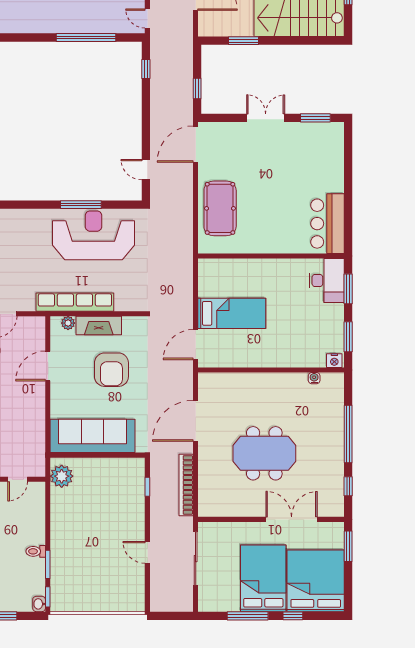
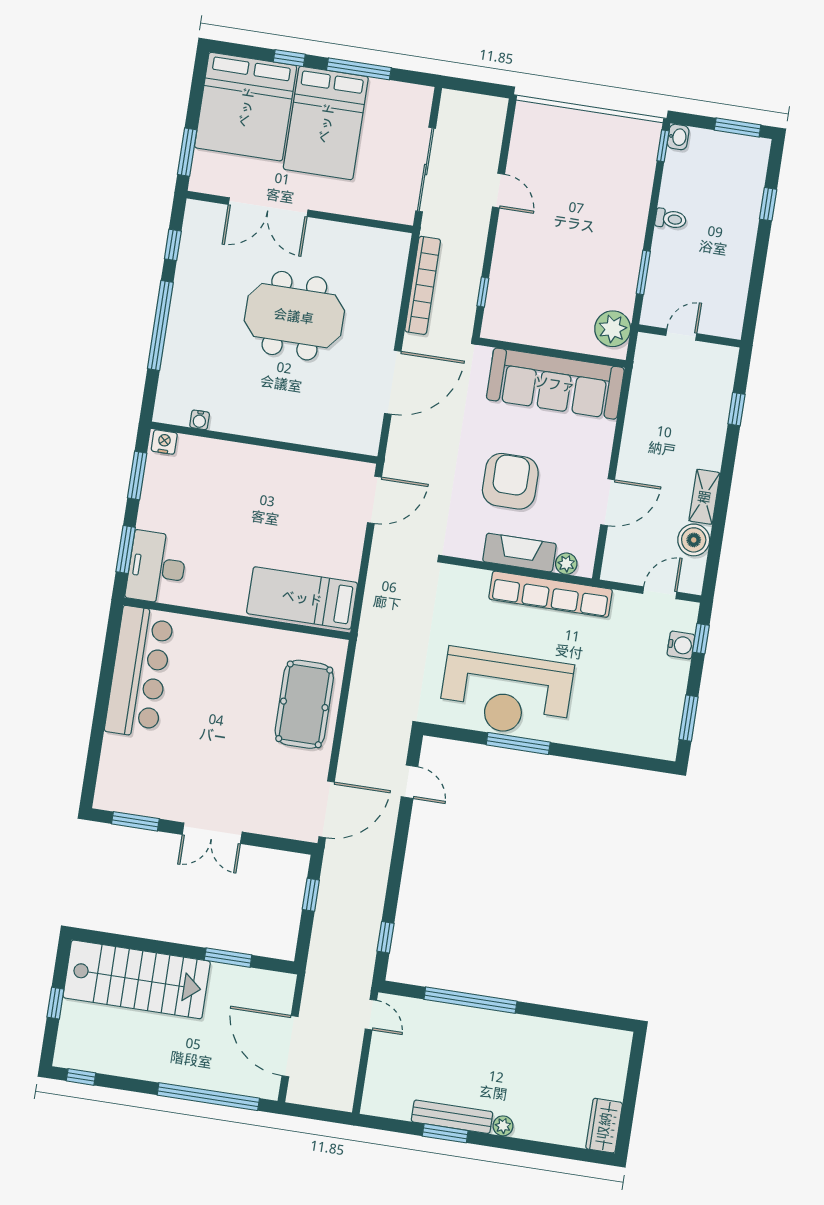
bar counter: (328, 224) -> (139, 672), width x1.36
bed: (232, 313) -> (302, 598), moved
window: (48, 564) -> (643, 272), moved

